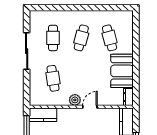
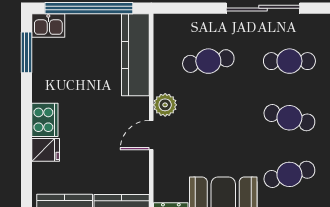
door: (90, 107) -> (151, 135), swing flipped
kitchen counter: (43, 115) -> (135, 55), width x1.50

